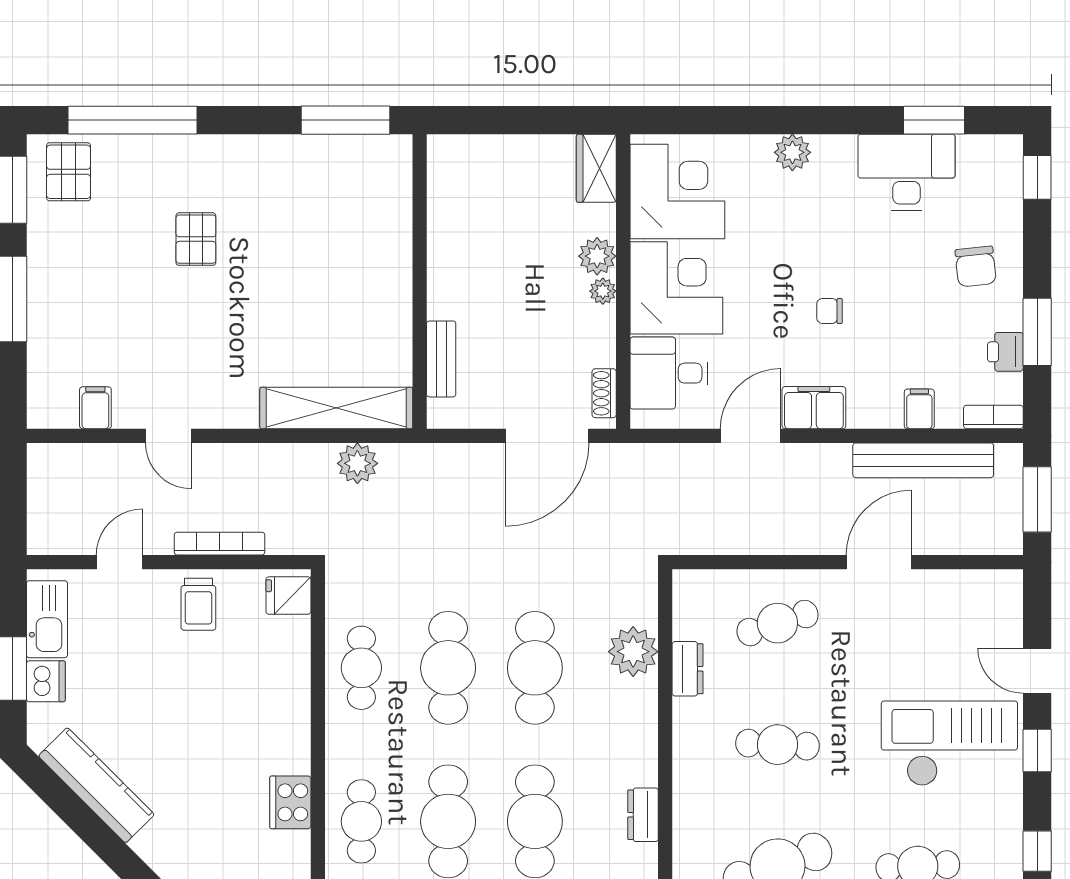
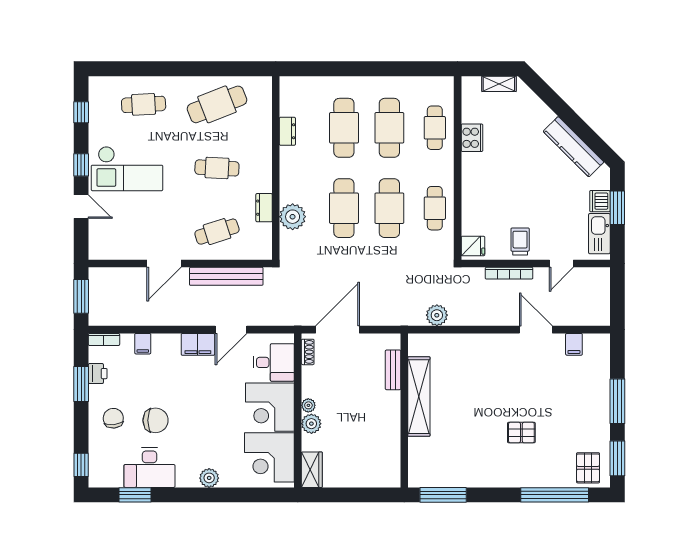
pallet: (196, 239) -> (521, 433), turned 90
chair: (829, 311) -> (155, 420), moved, width x1.87, depth x1.87
shelving: (336, 408) -> (419, 397), moved, turned 90
door: (168, 436) -> (536, 330), width x1.37
bench: (923, 460) -> (226, 276), moved

